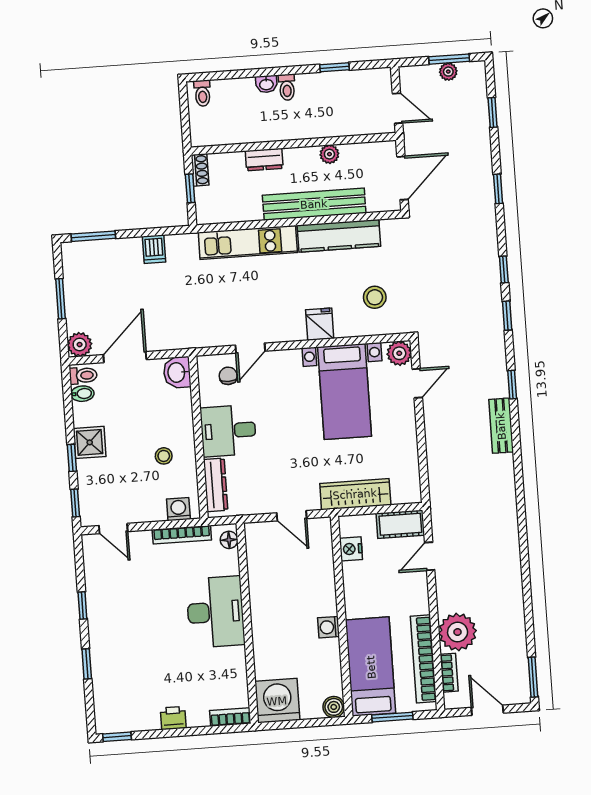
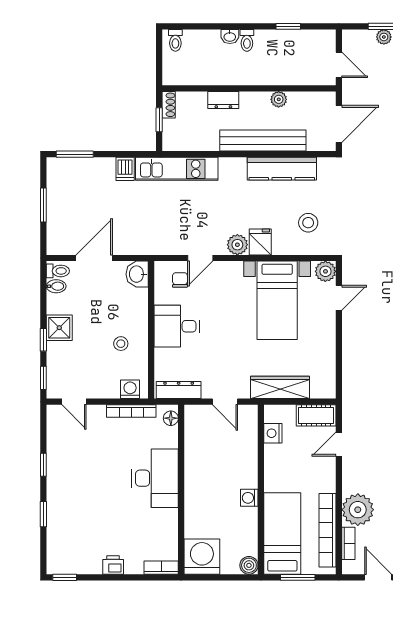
kitchen unit: (248, 242) -> (177, 169), moved
plant: (80, 345) -> (237, 245), moved
dresser: (216, 485) -> (179, 390), moved, turned -90

